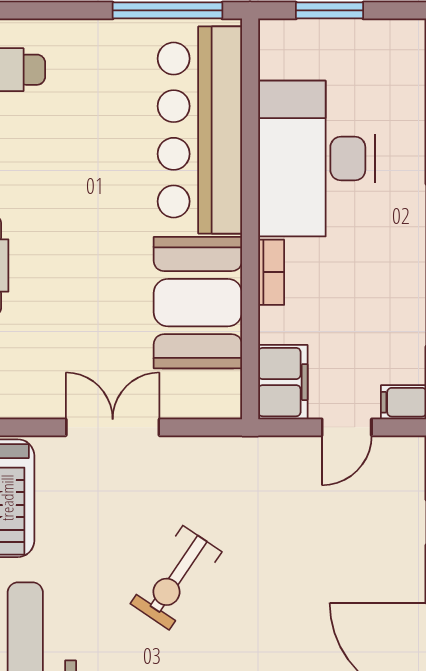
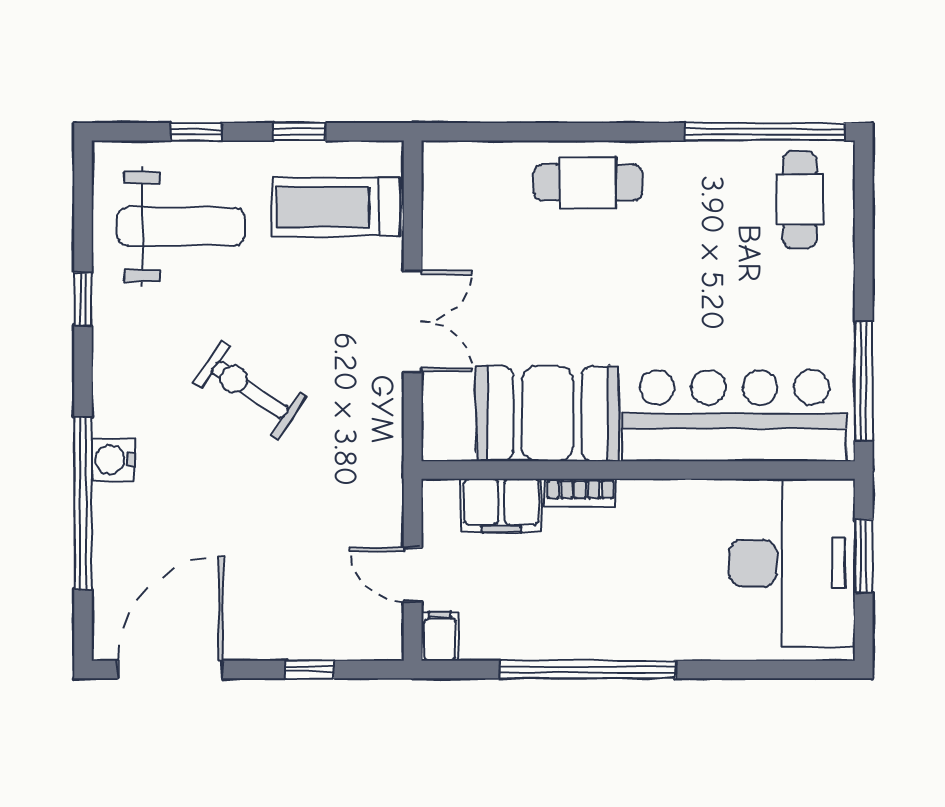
desk: (316, 159) -> (792, 563), moved, turned 90
filing cabinet: (283, 382) -> (501, 505), moved

